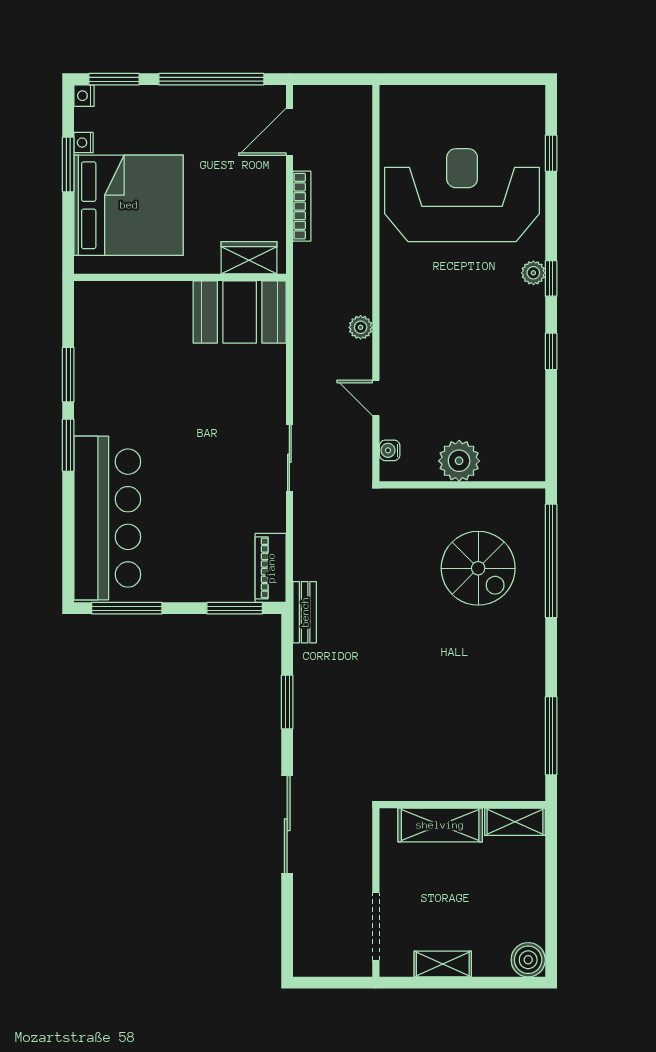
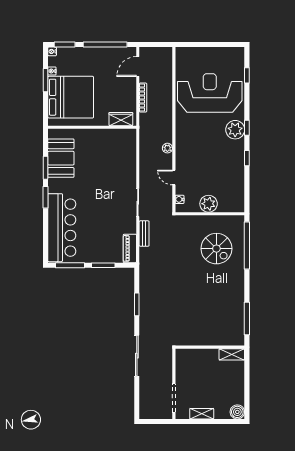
plant: (533, 273) -> (235, 130), width x1.88, depth x1.88
booth: (240, 312) -> (61, 158), moved, turned 90
window: (235, 608) -> (103, 265), moved
bench: (305, 612) -> (144, 234), moved
shelving: (440, 825) -> (201, 356), removed

